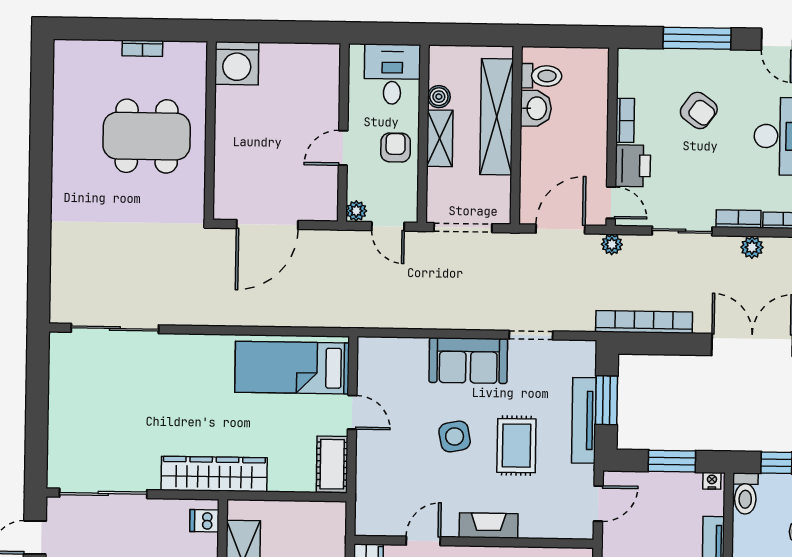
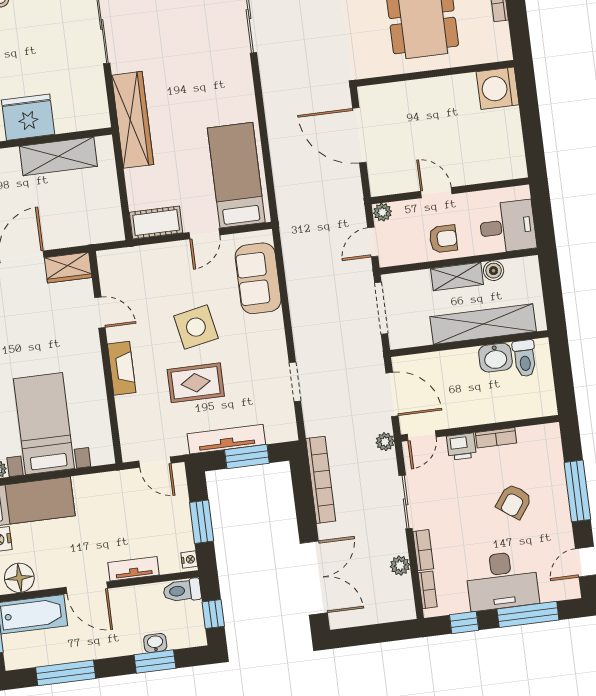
printer: (633, 166) -> (462, 447), width x0.73, depth x0.81
sofa: (468, 361) -> (258, 278), moved
side table: (455, 436) -> (196, 327), width x1.37, depth x1.37
dishwasher: (204, 521) -> (90, 117), removed

